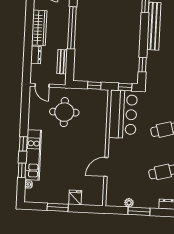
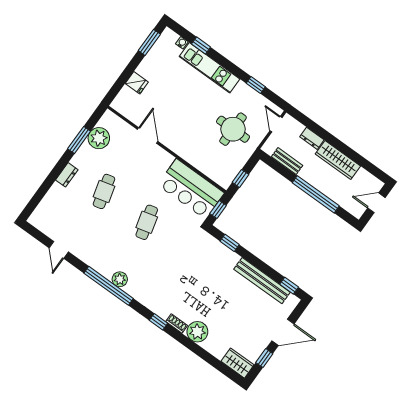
door: (42, 85) -> (276, 124), hinge flipped
window: (23, 144) -> (256, 85), moved
plant: (129, 203) -> (99, 138), width x1.88, depth x1.88
window: (58, 207) -> (149, 42), moved

